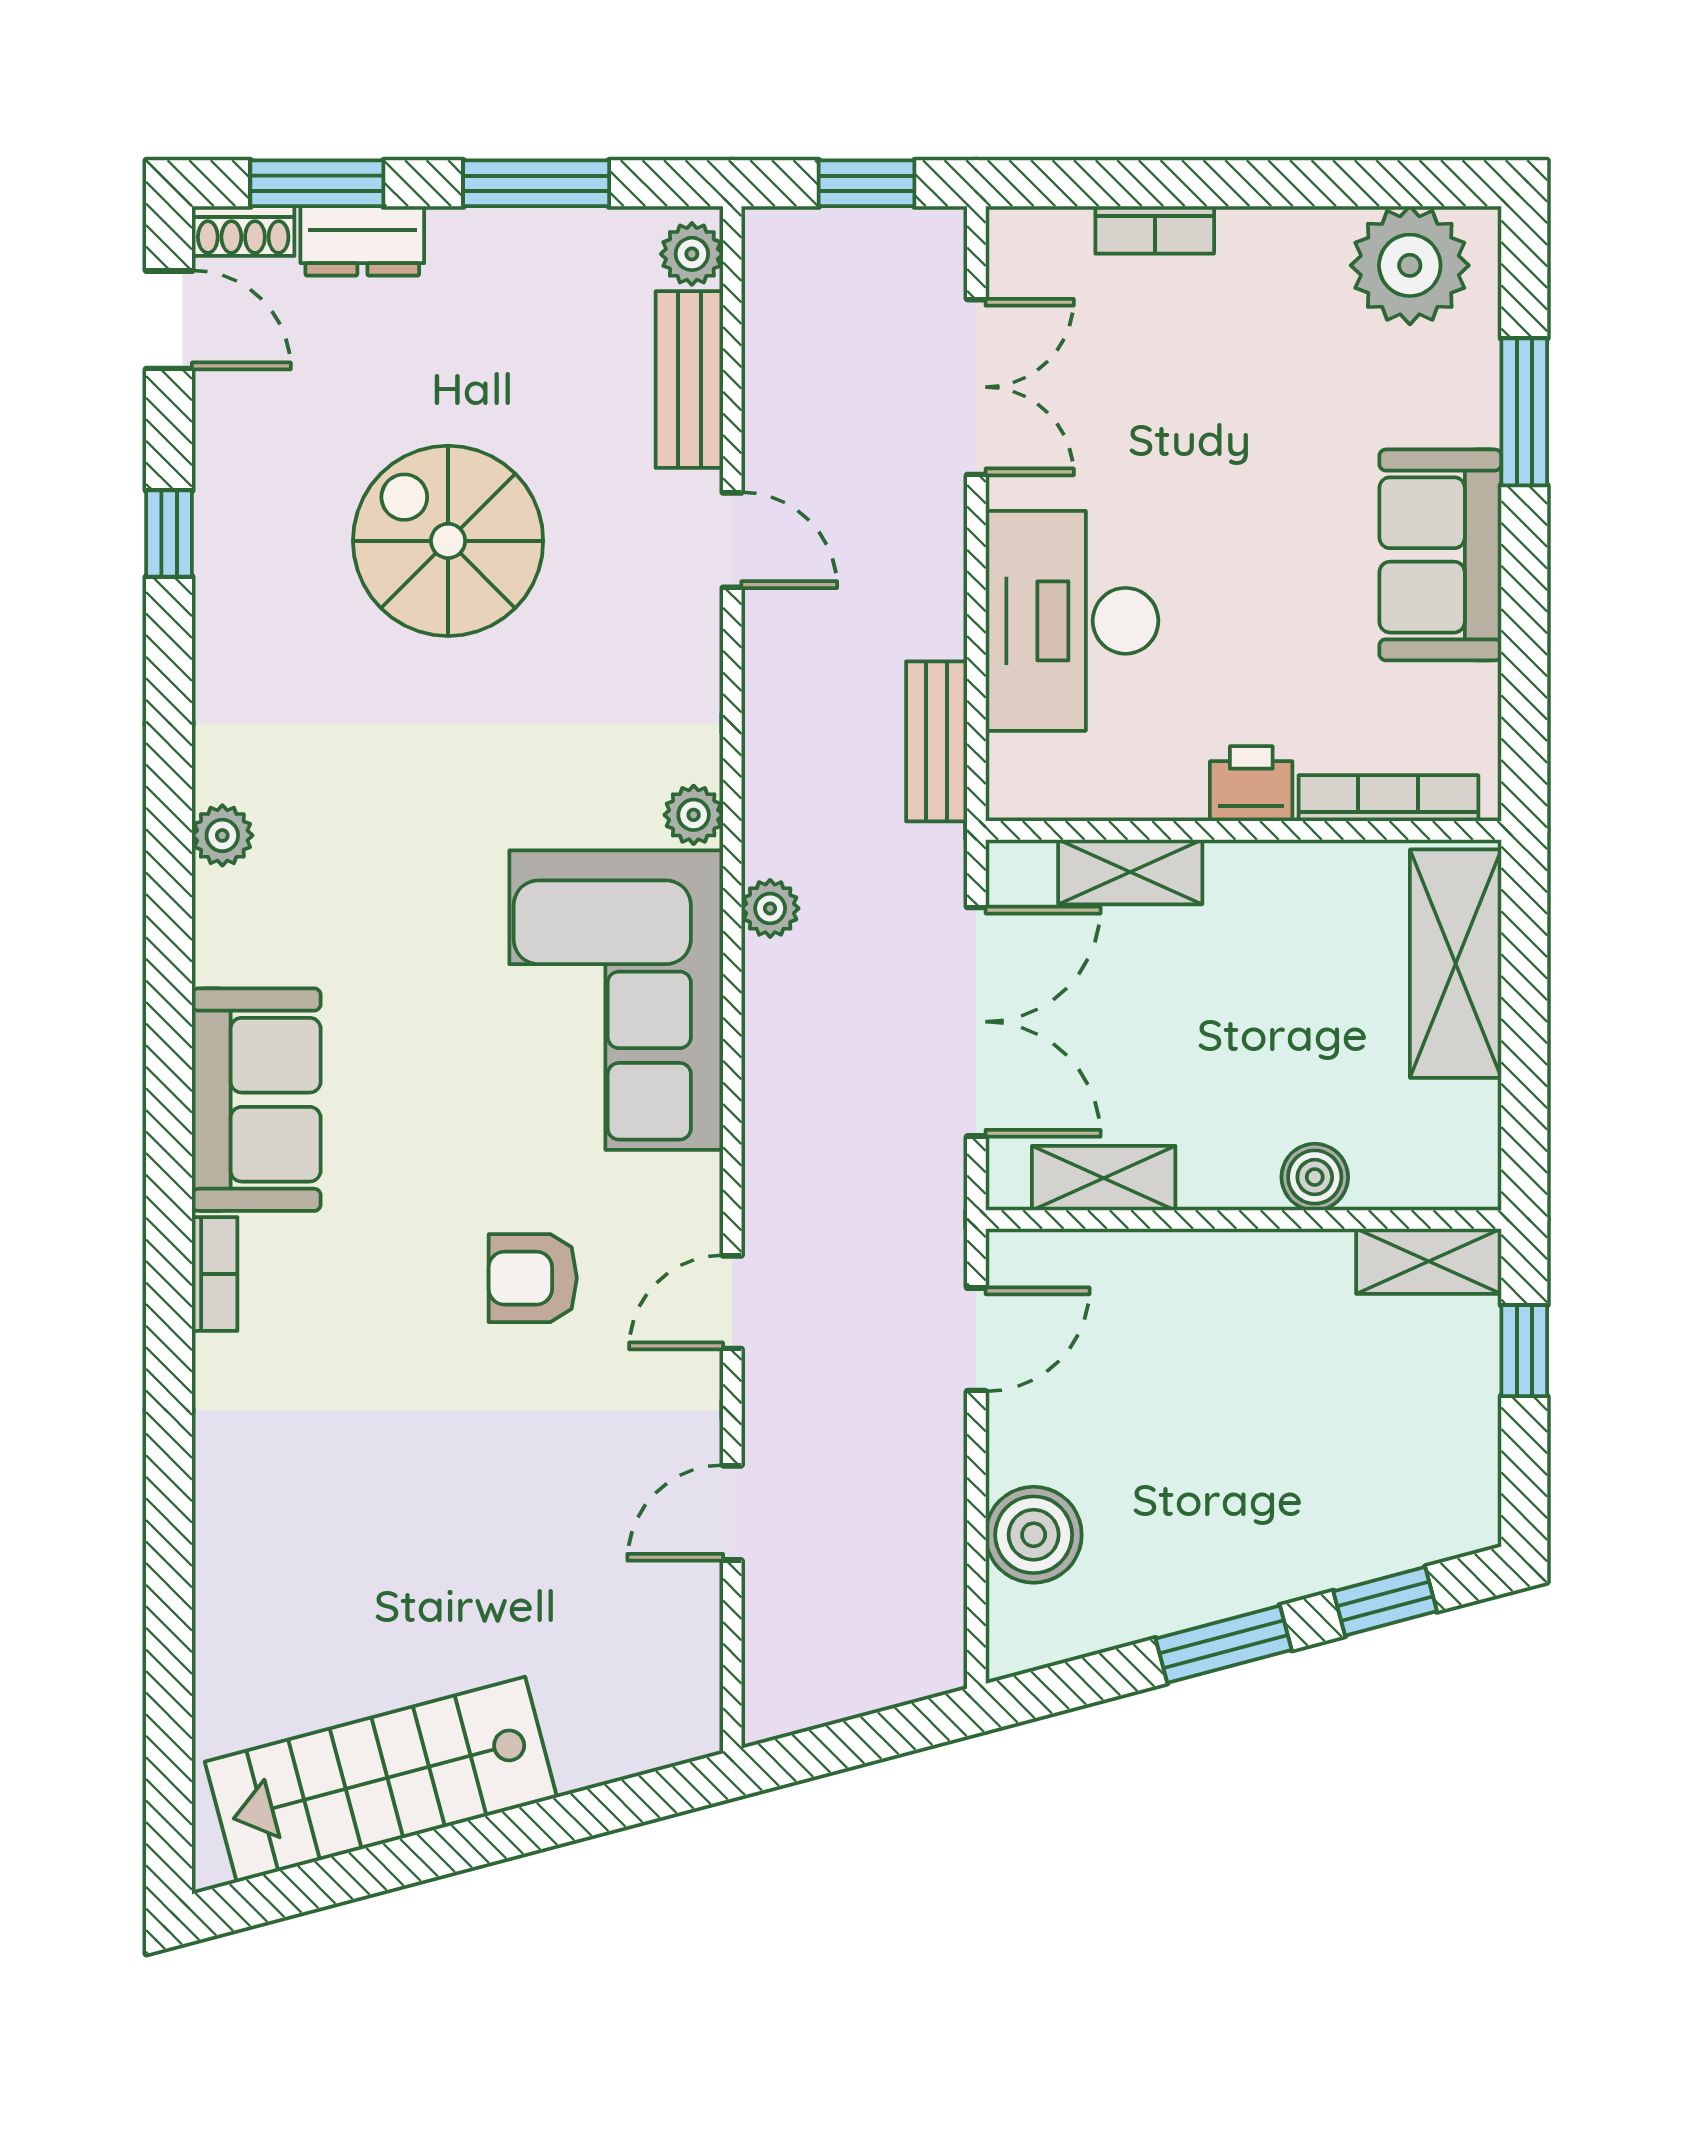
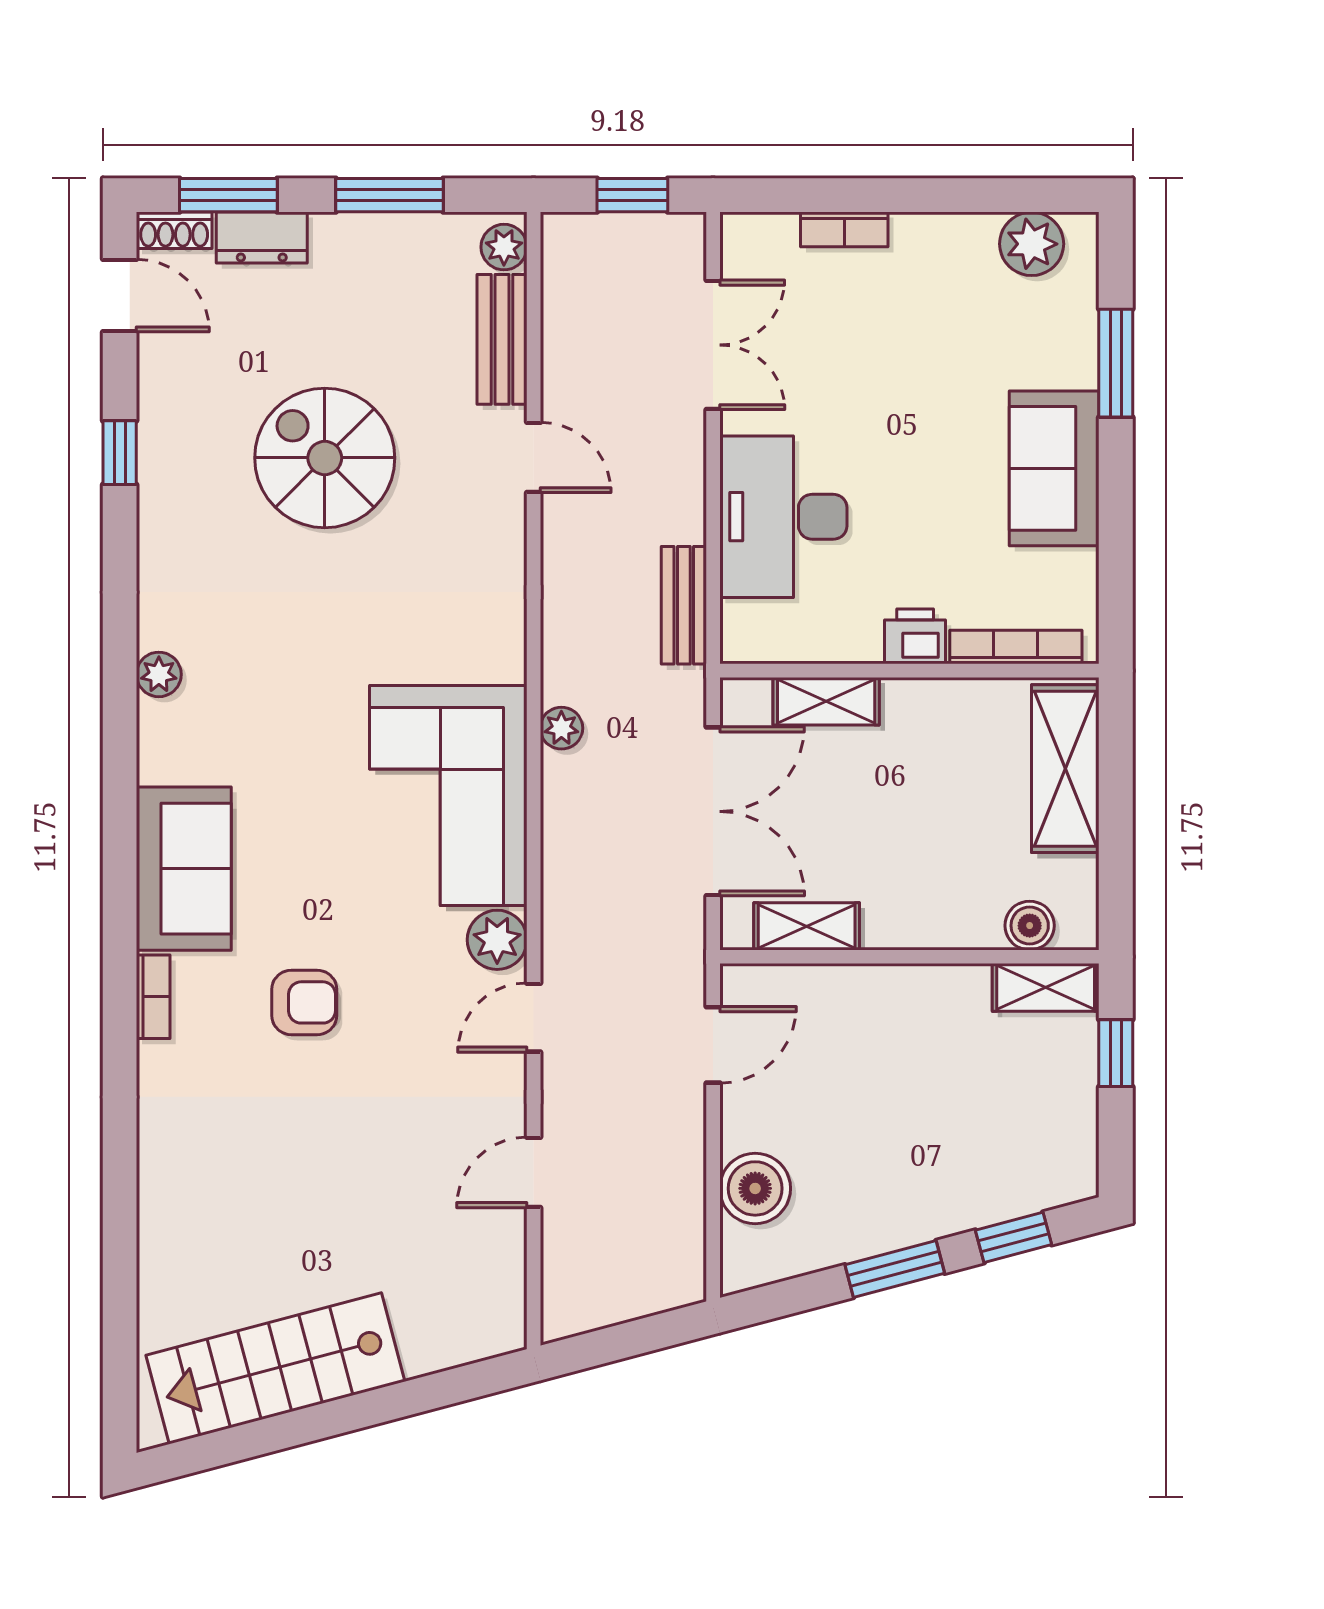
plant: (1410, 265) -> (1032, 244), width x0.73, depth x0.73
plant: (694, 815) -> (497, 940), moved, width x1.38, depth x1.38
boiler: (1315, 1177) -> (1030, 926), moved
armchair: (533, 1278) -> (304, 1002), moved, turned 180

